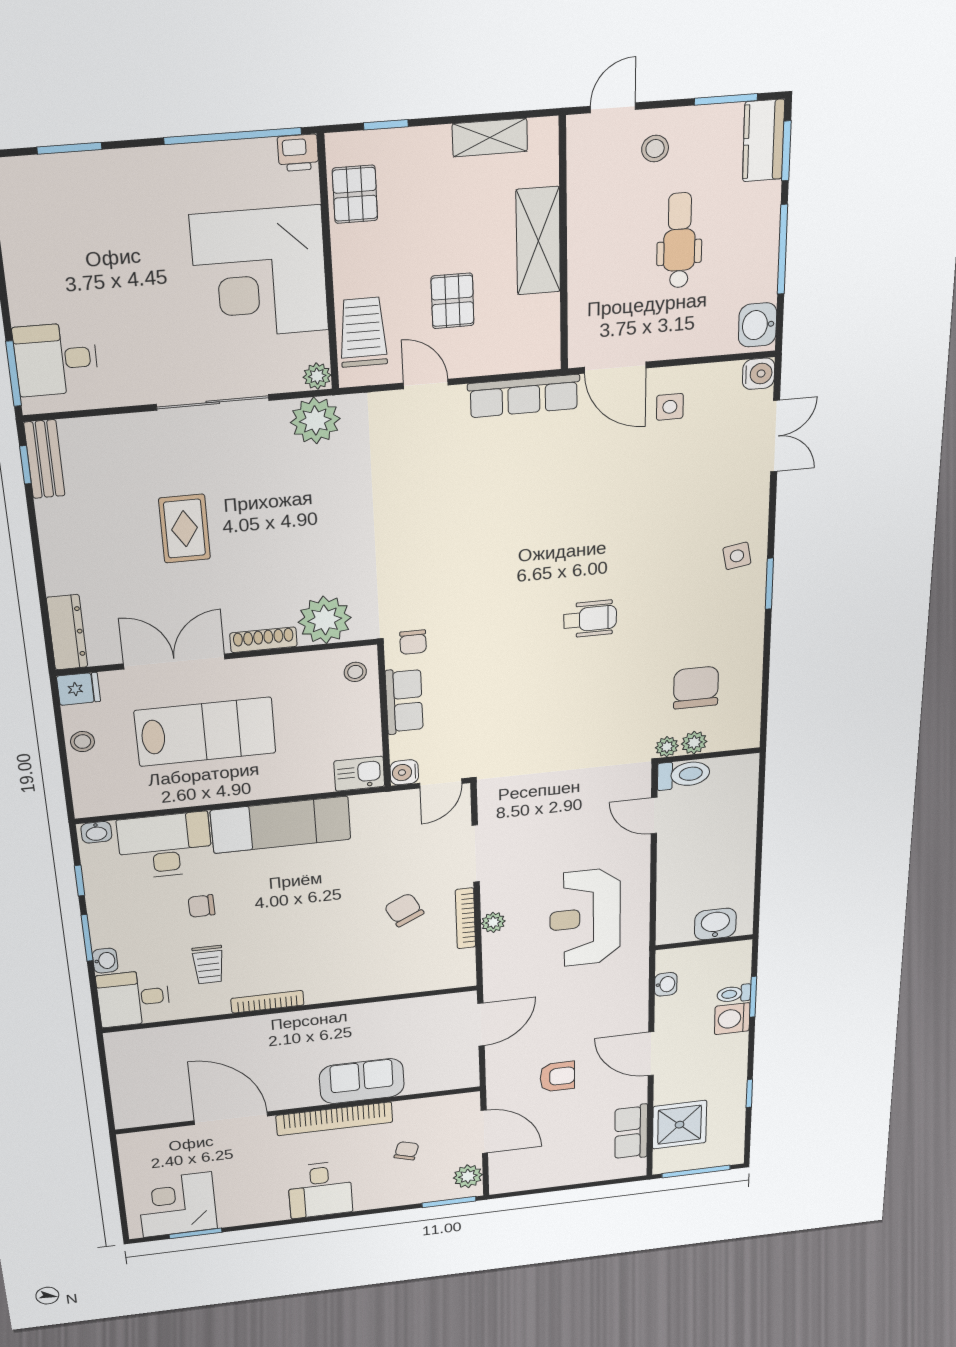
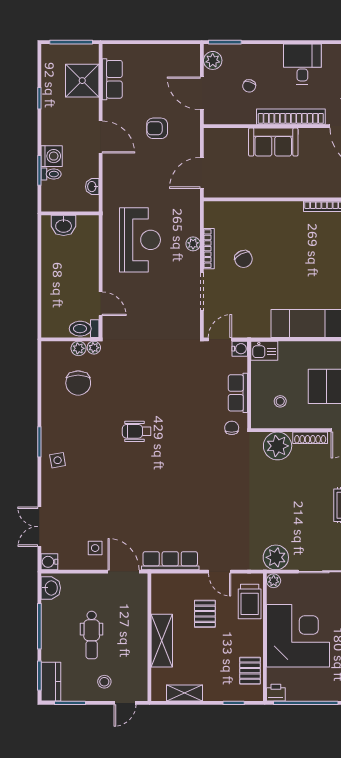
stool: (355, 672) -> (280, 401), moved

